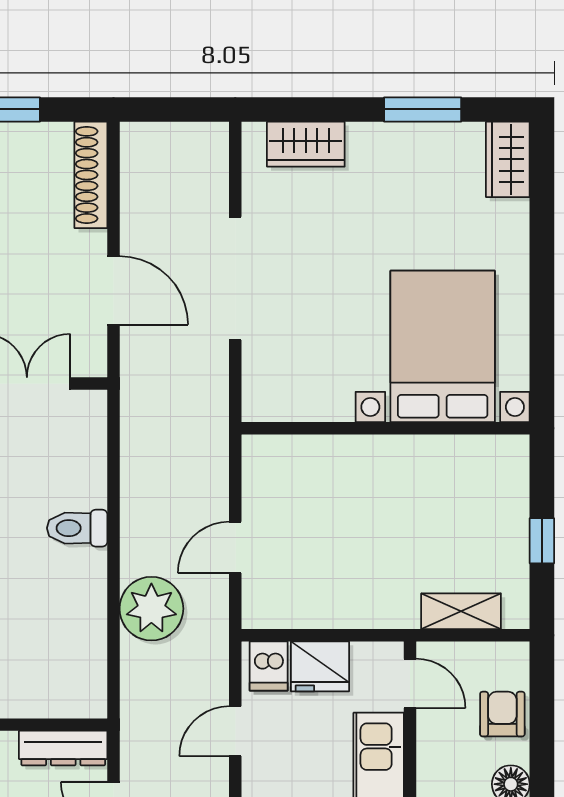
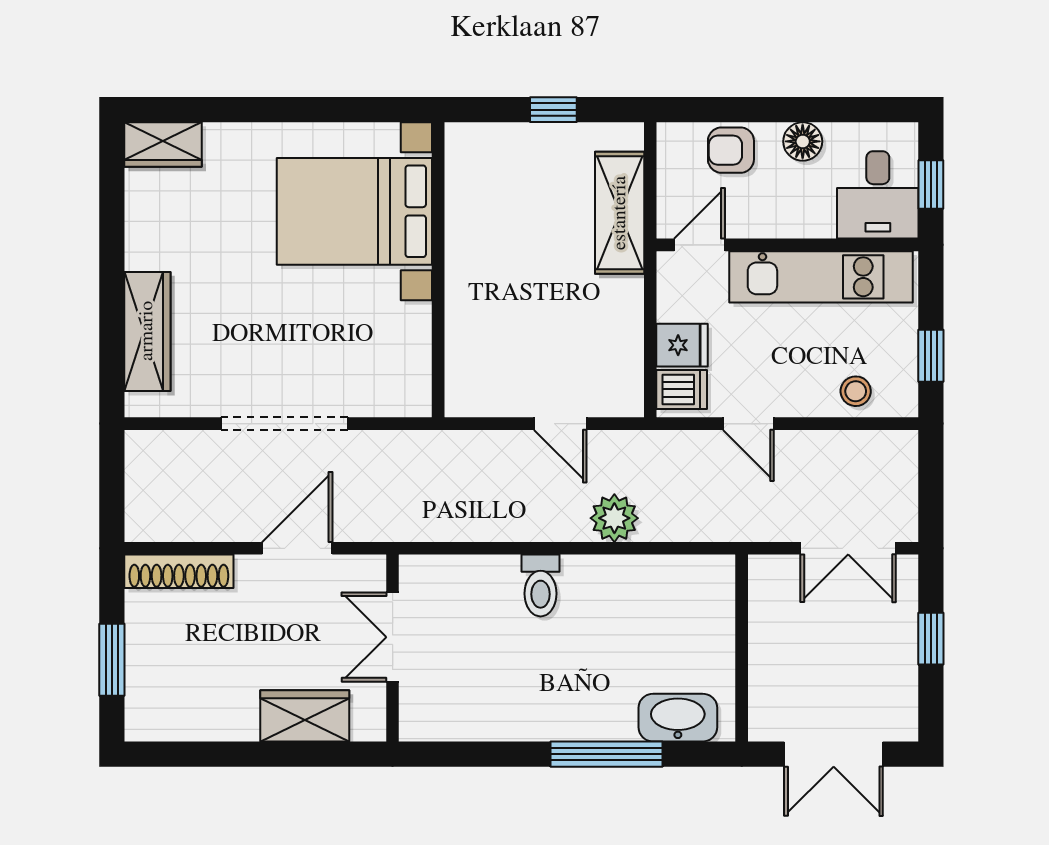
window: (423, 109) -> (112, 232), removed
wardrobe: (306, 144) -> (147, 331), width x1.50
plant: (151, 609) -> (614, 518), width x0.73, depth x0.73
shelving: (461, 611) -> (620, 213), width x1.50, depth x1.33
fridge: (320, 666) -> (682, 345), width x0.72
dresser: (63, 748) -> (766, 600), removed

